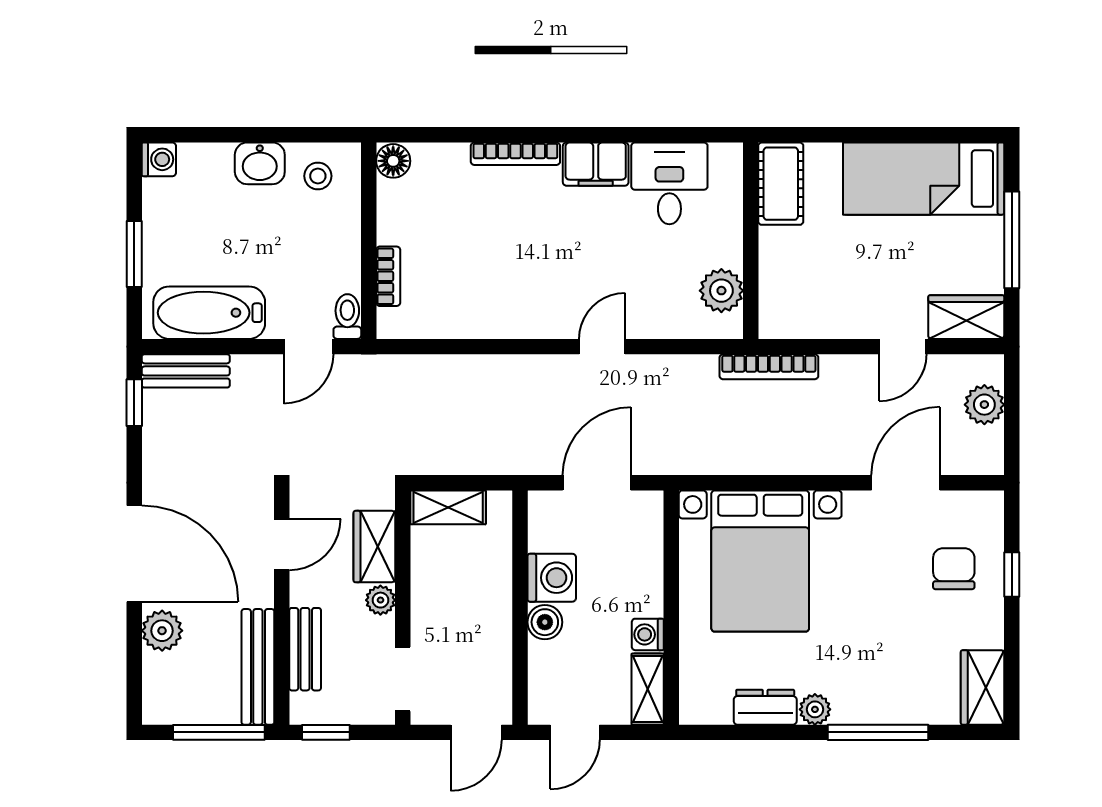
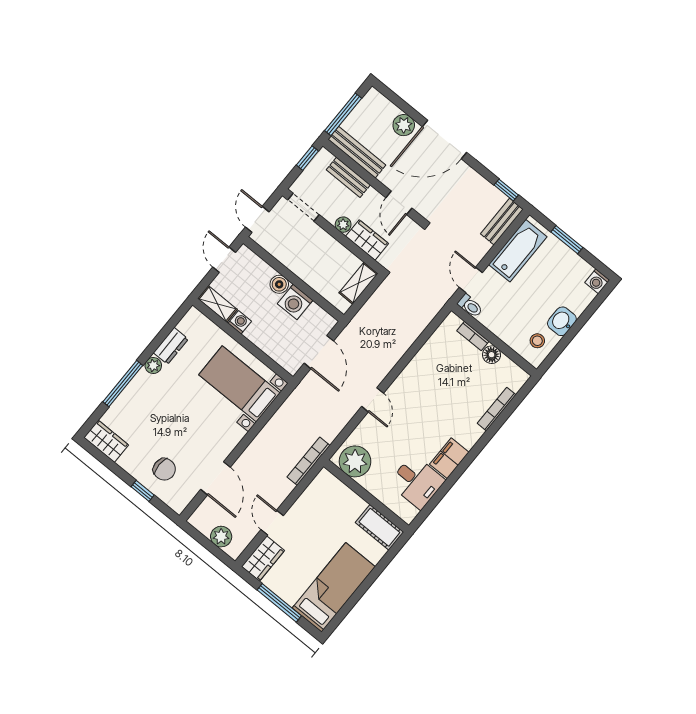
bookcase: (515, 154) -> (497, 409), moved
floor lamp: (393, 161) -> (492, 355), moved
plant: (721, 291) -> (355, 461), width x1.36, depth x1.36
bed with nightstands: (760, 561) -> (239, 384), width x0.73

